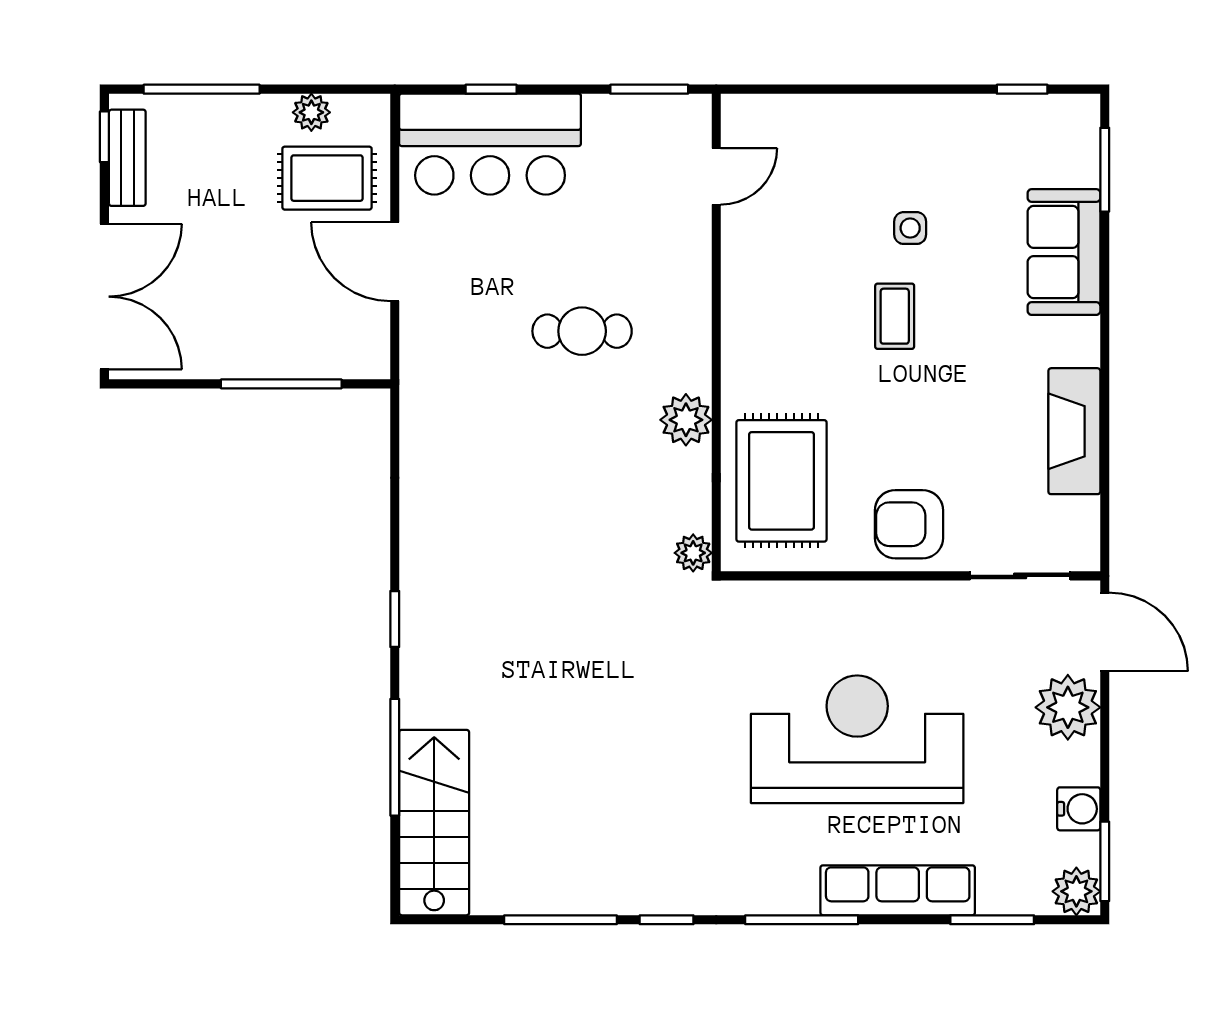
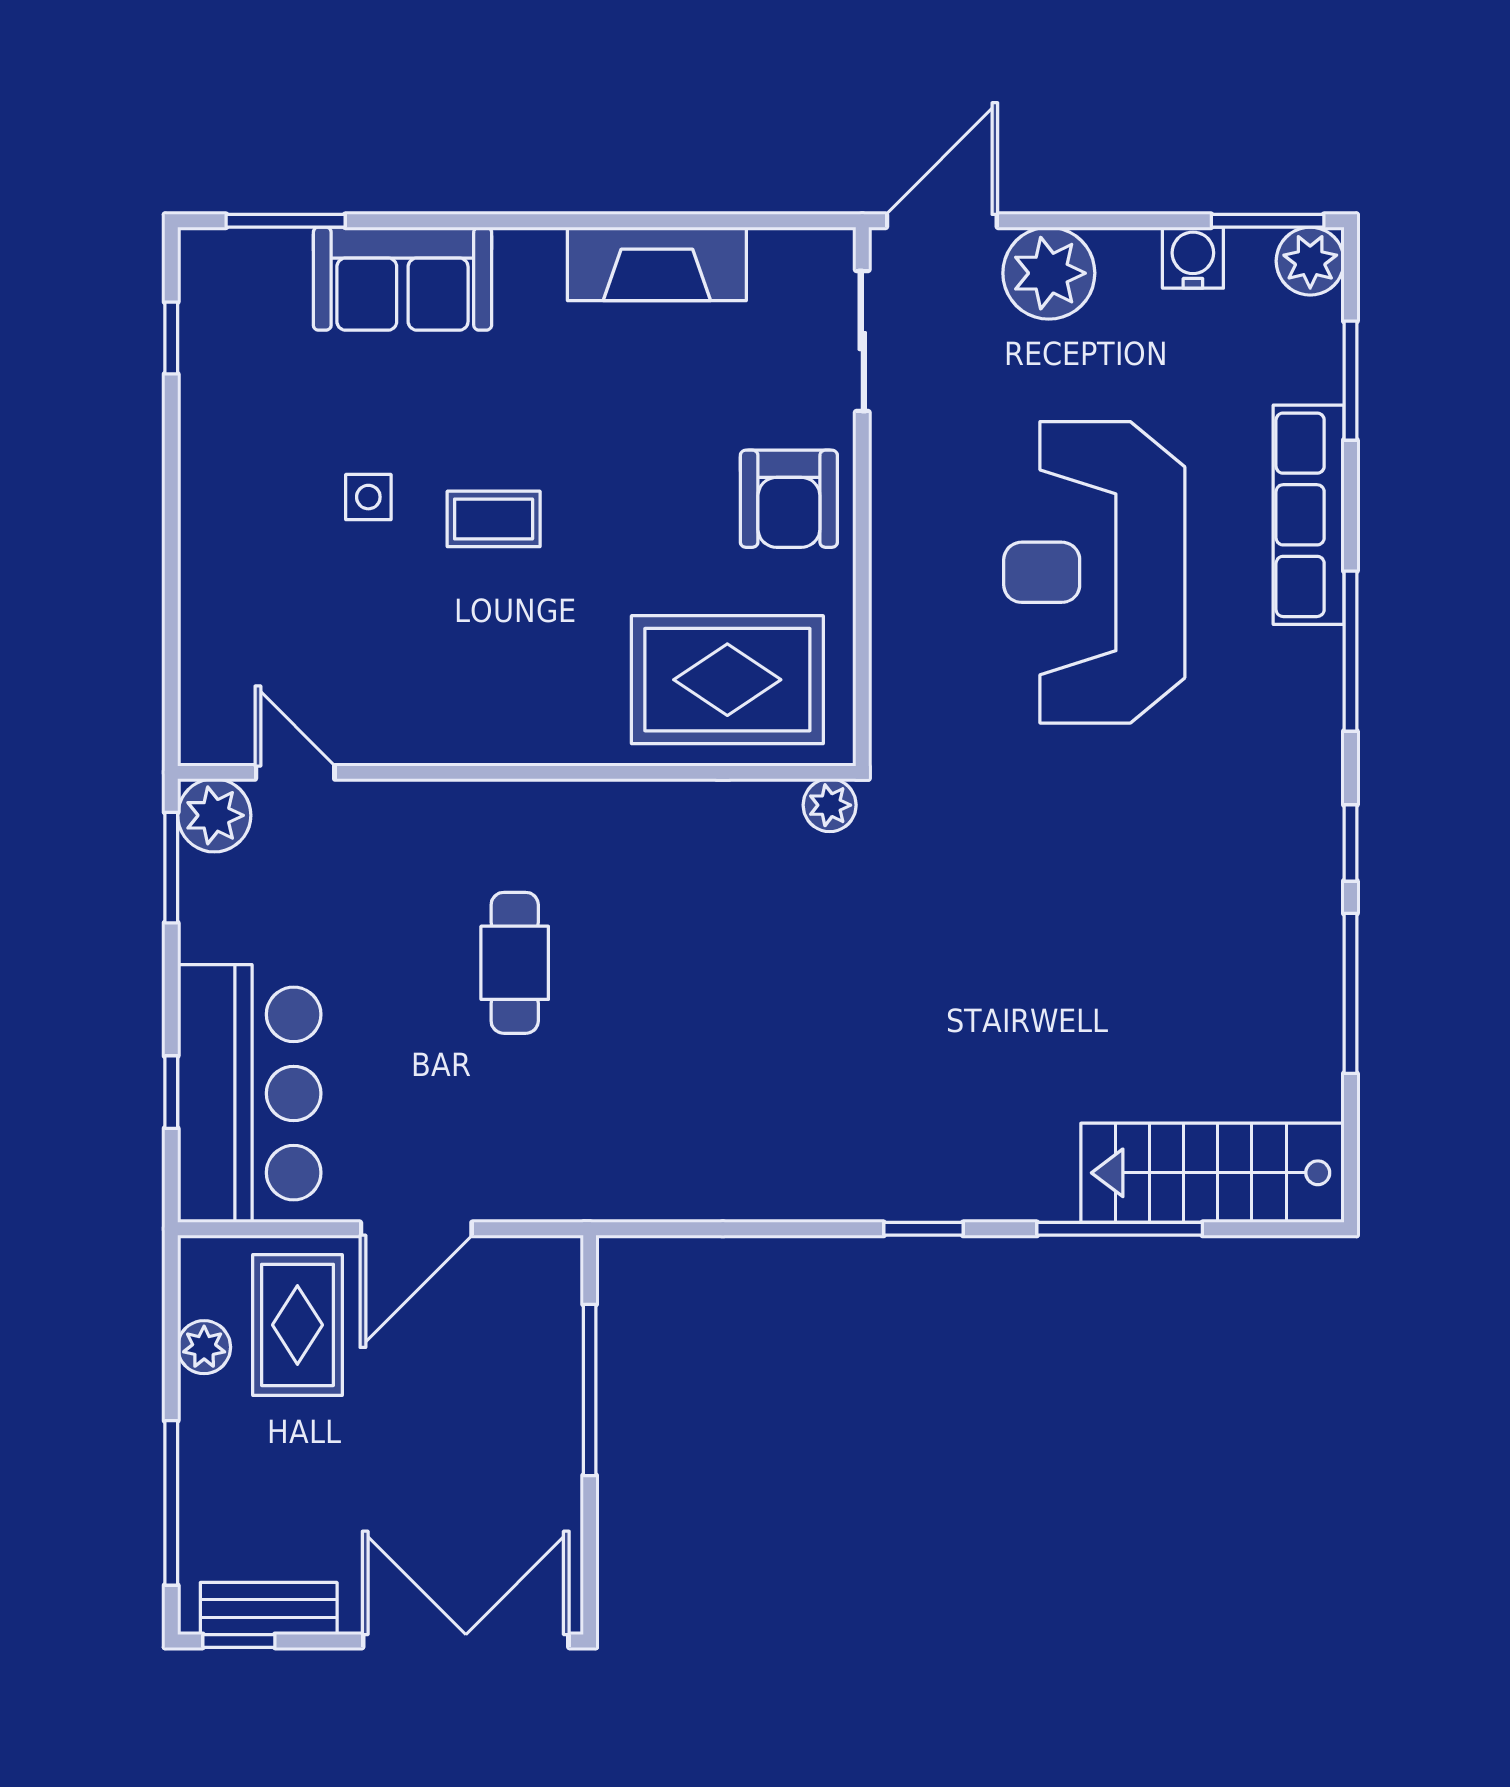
plant: (686, 420) -> (214, 815), moved

